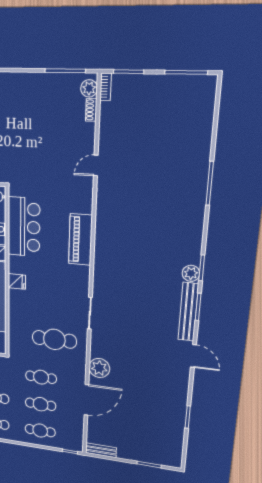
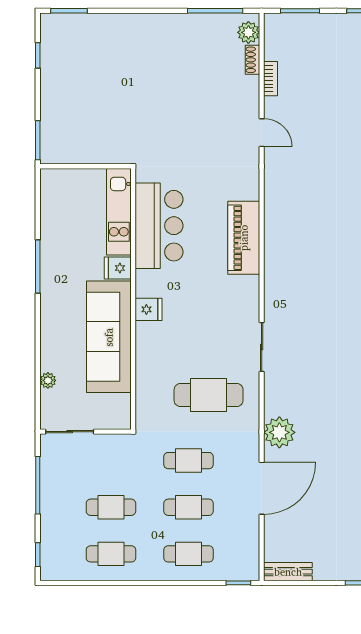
bookcase: (106, 87) -> (271, 79), moved
door: (96, 165) -> (262, 133), swing flipped

